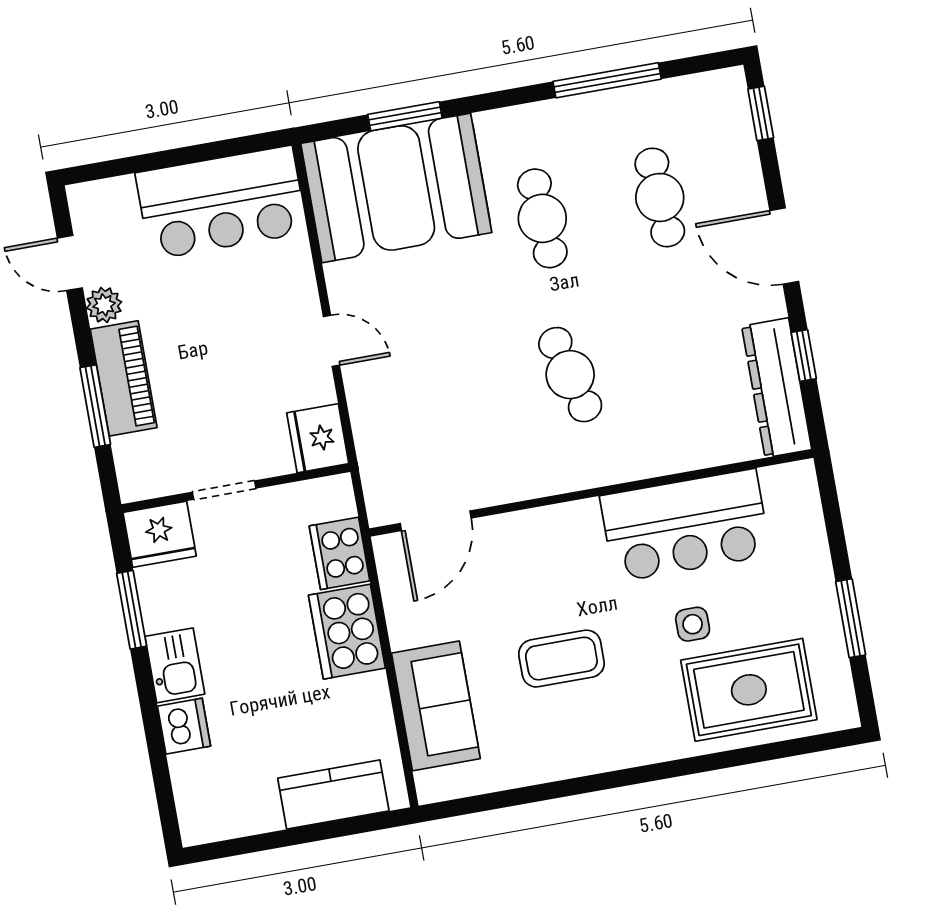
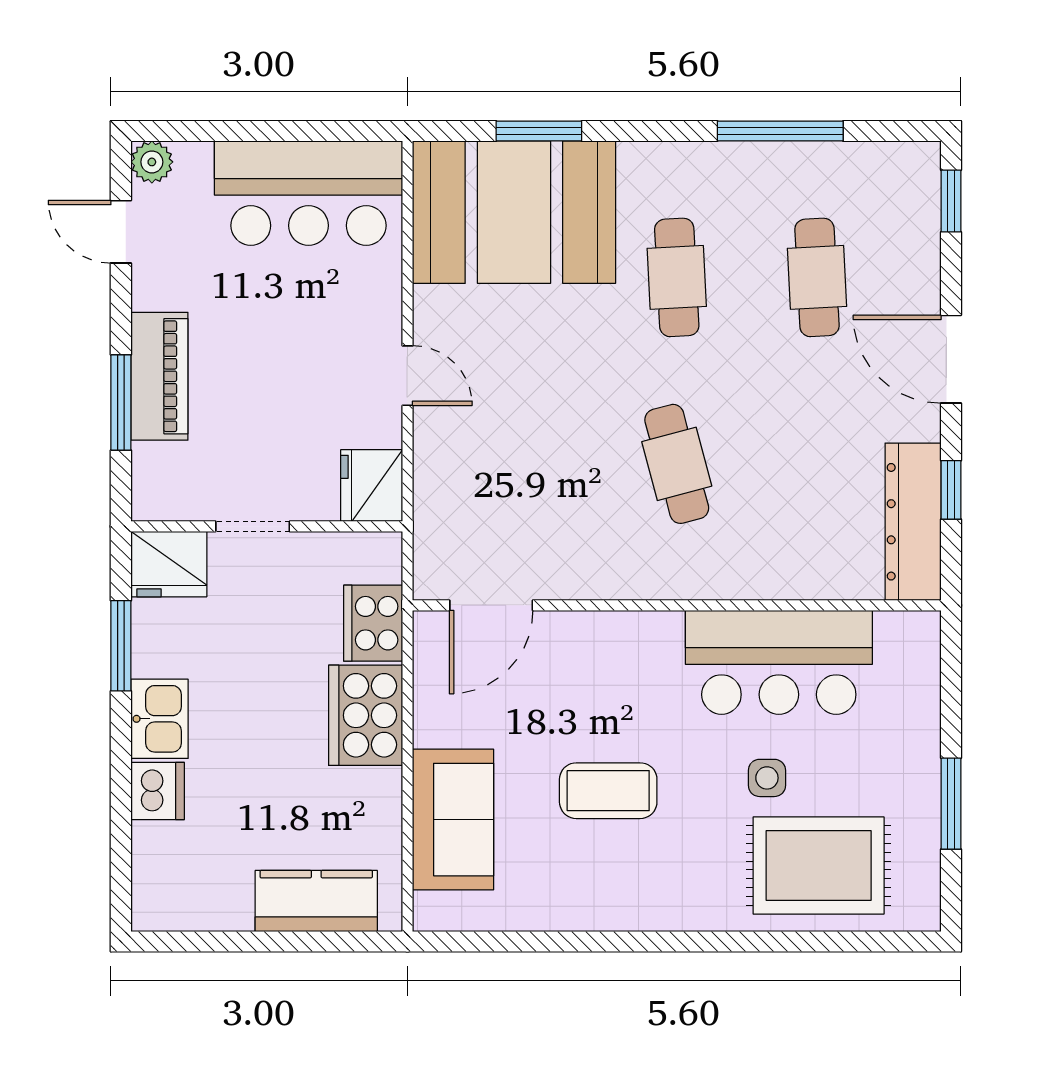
plant: (104, 305) -> (152, 162), moved

